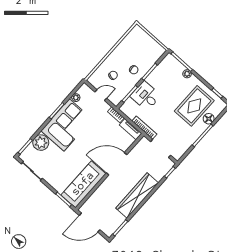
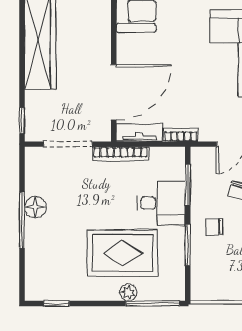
rug: (194, 106) -> (122, 253), moved, turned 90
floor lamp: (209, 119) -> (35, 207), moved
door: (117, 164) -> (114, 92), moved

